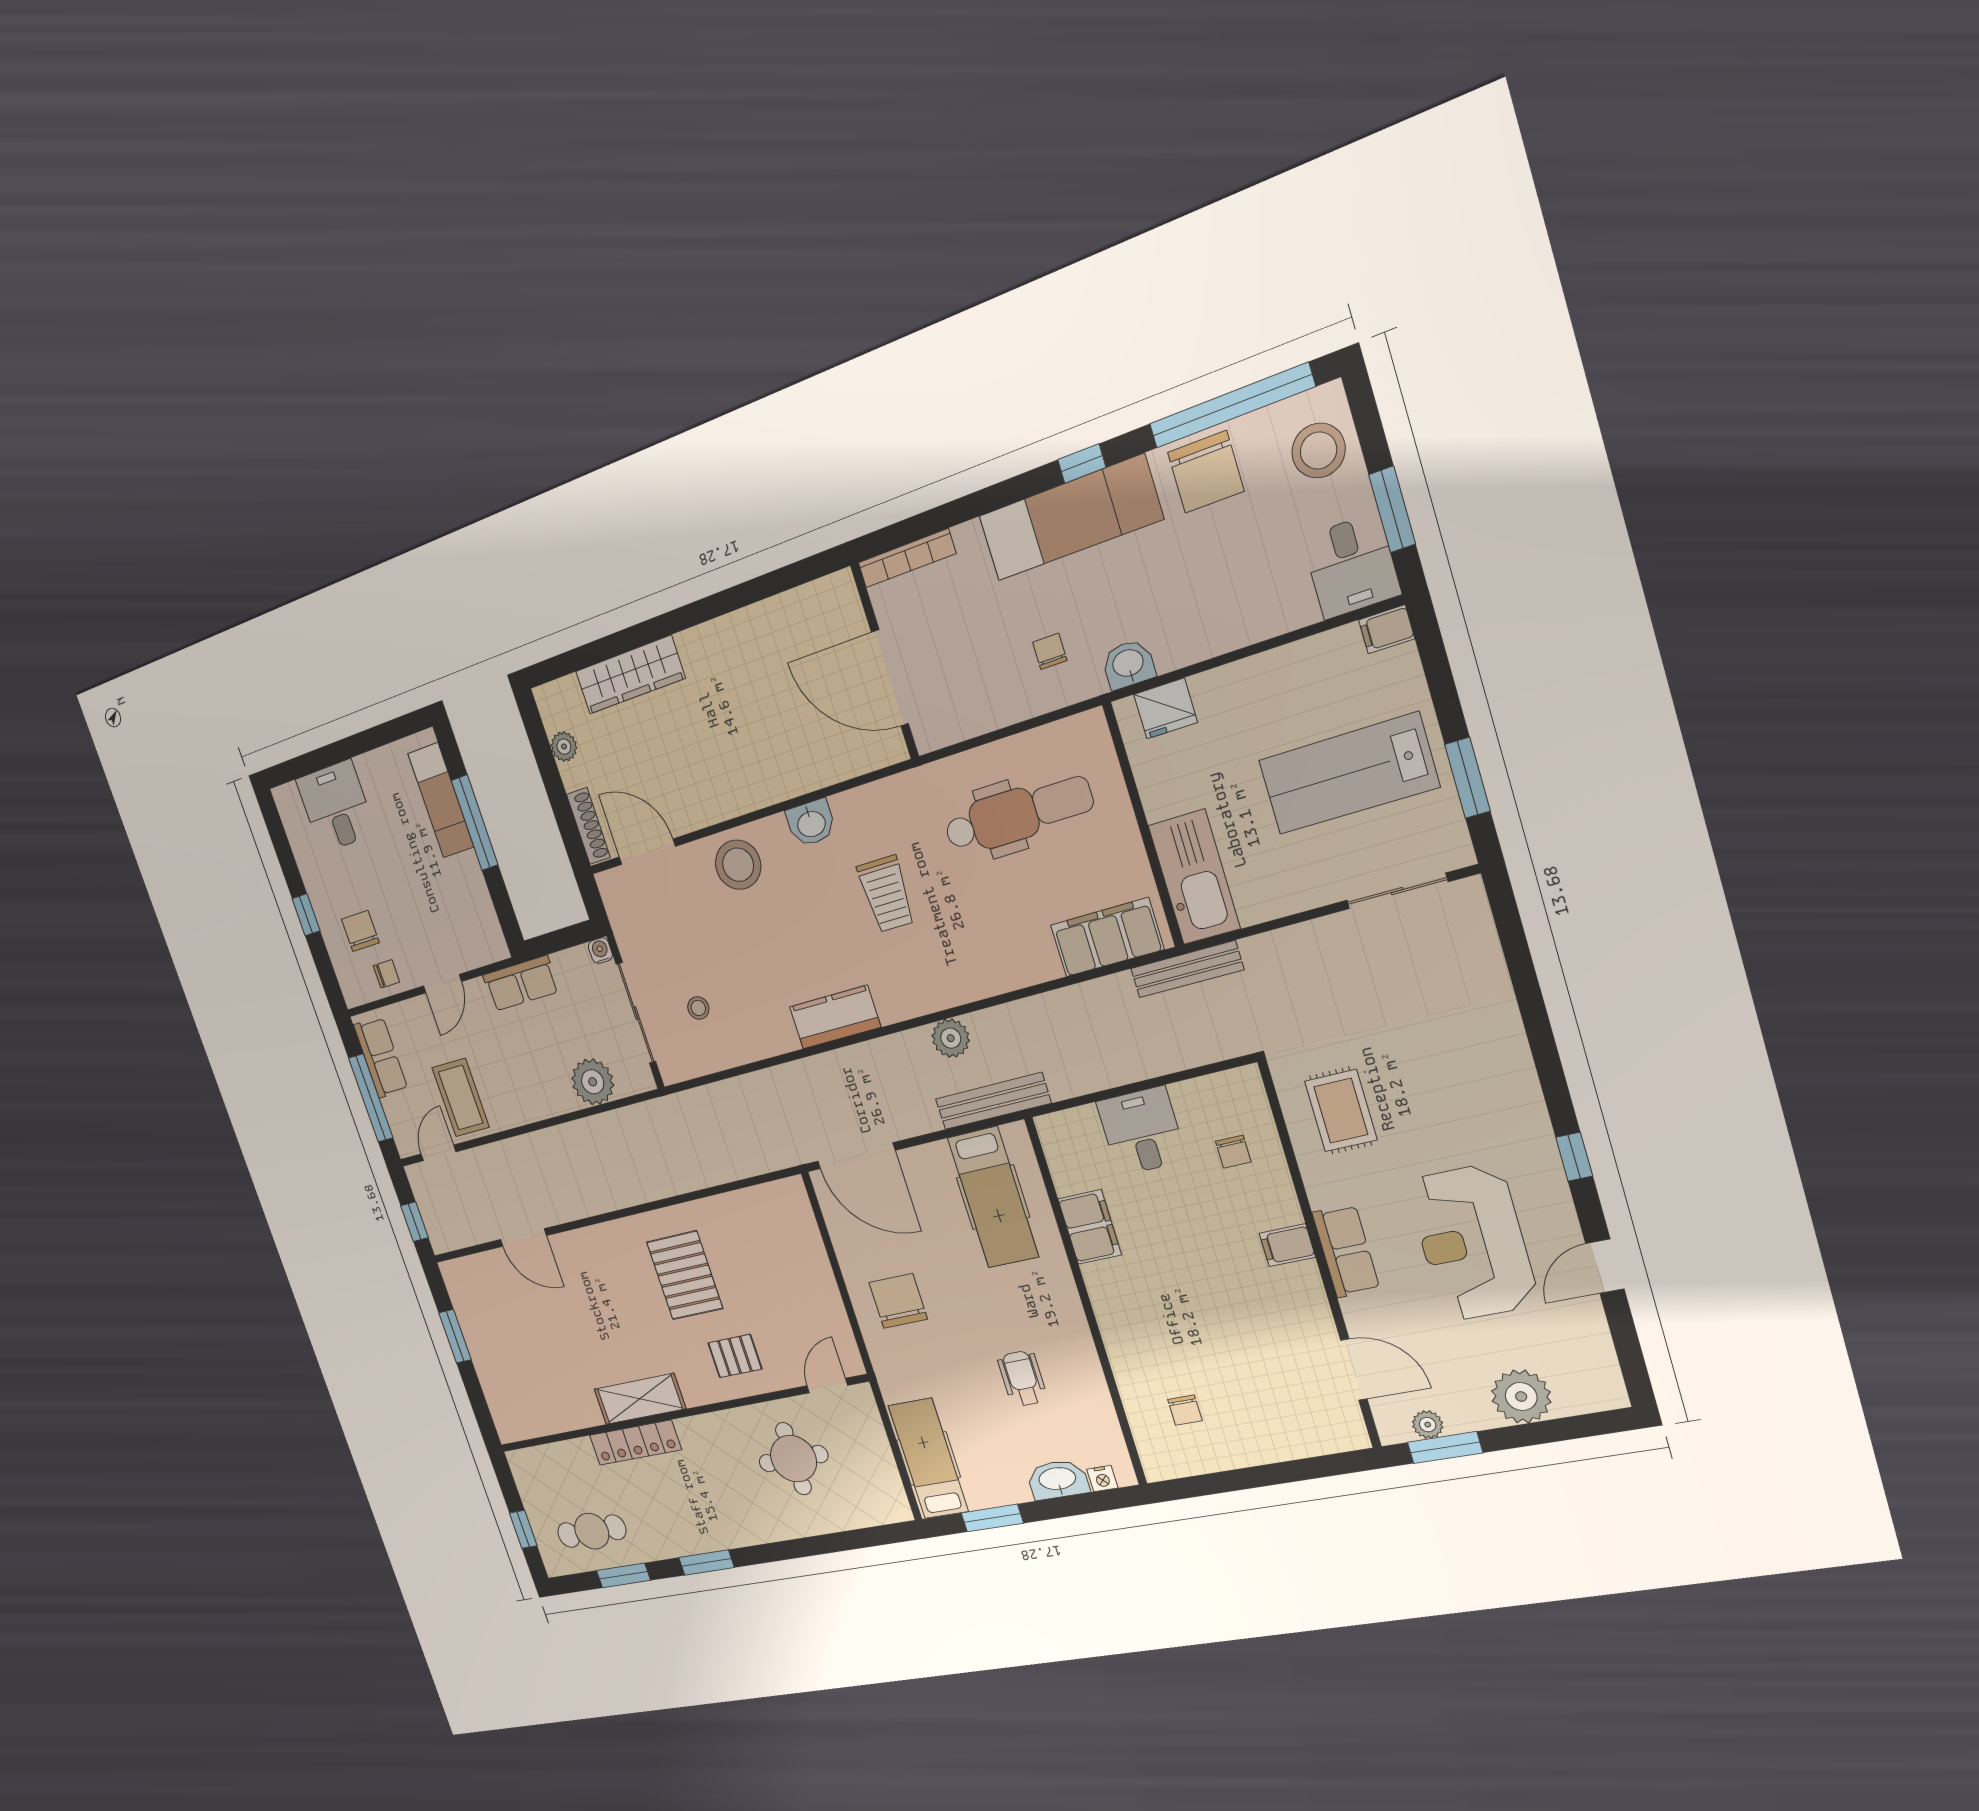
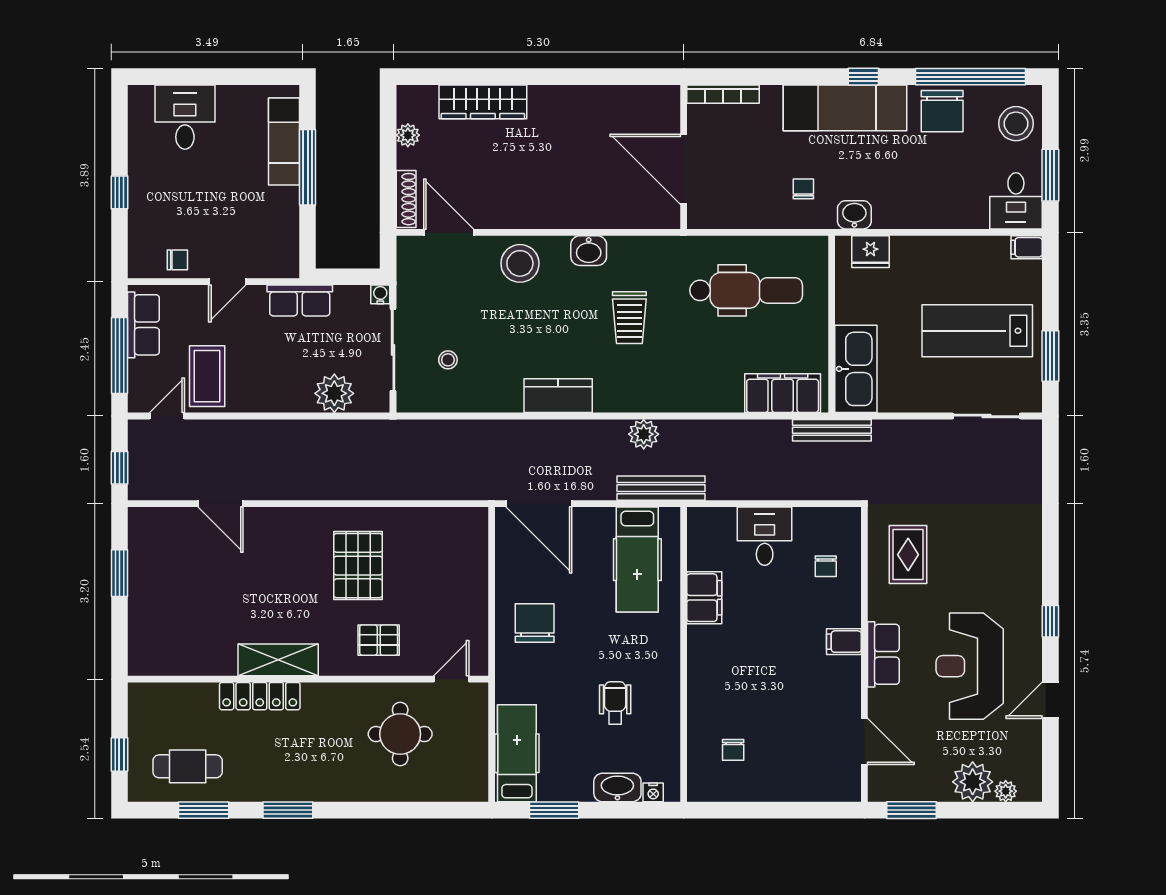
chair: (360, 931) -> (167, 220), removed
plant: (1428, 1425) -> (1006, 791), moved

